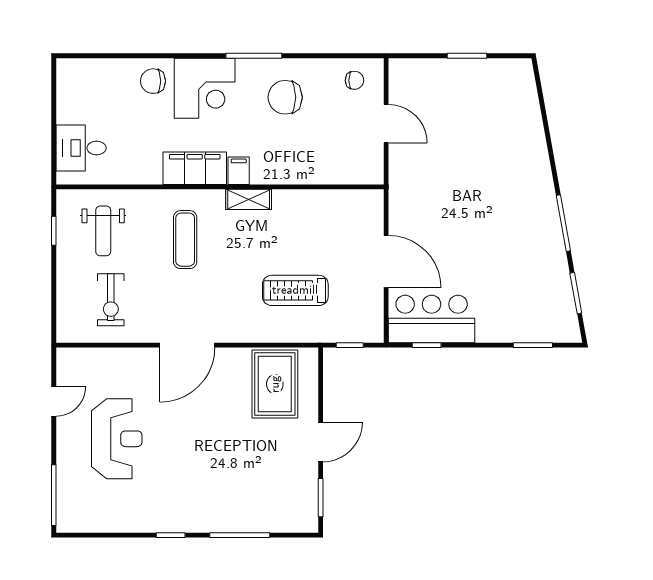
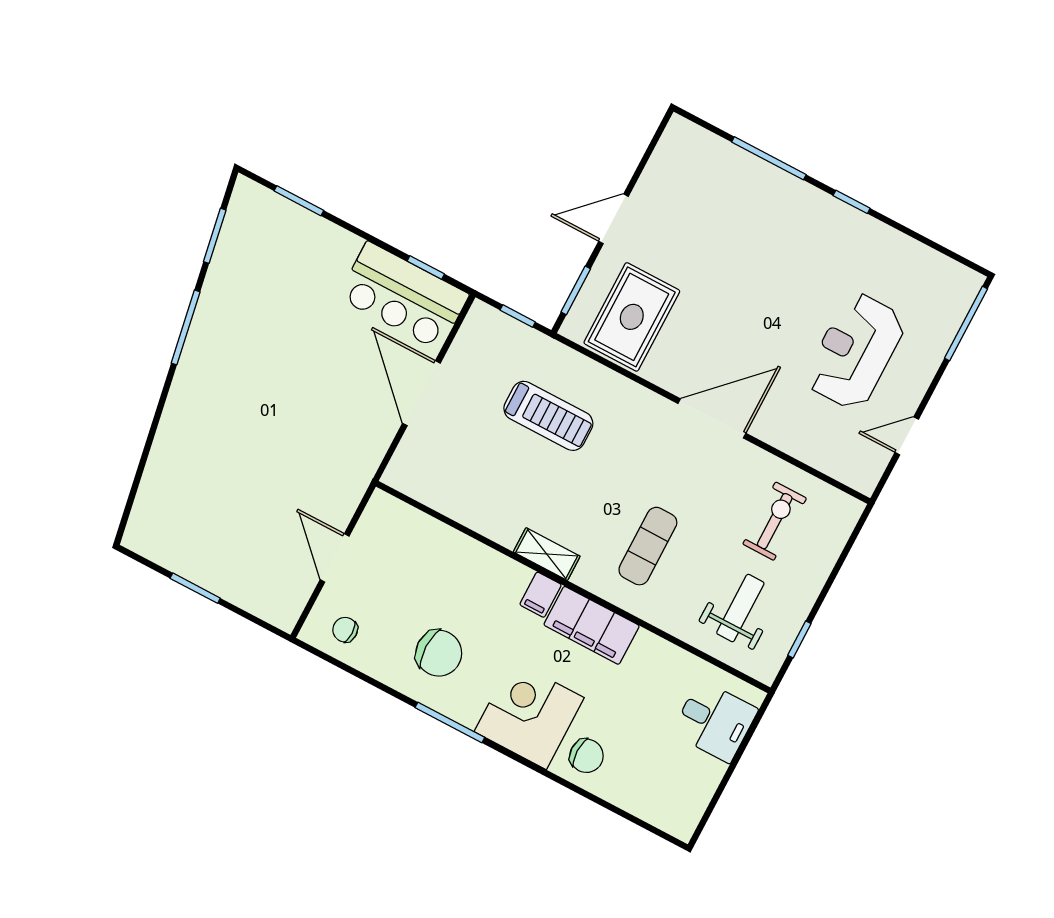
window: (321, 498) -> (576, 290), moved

